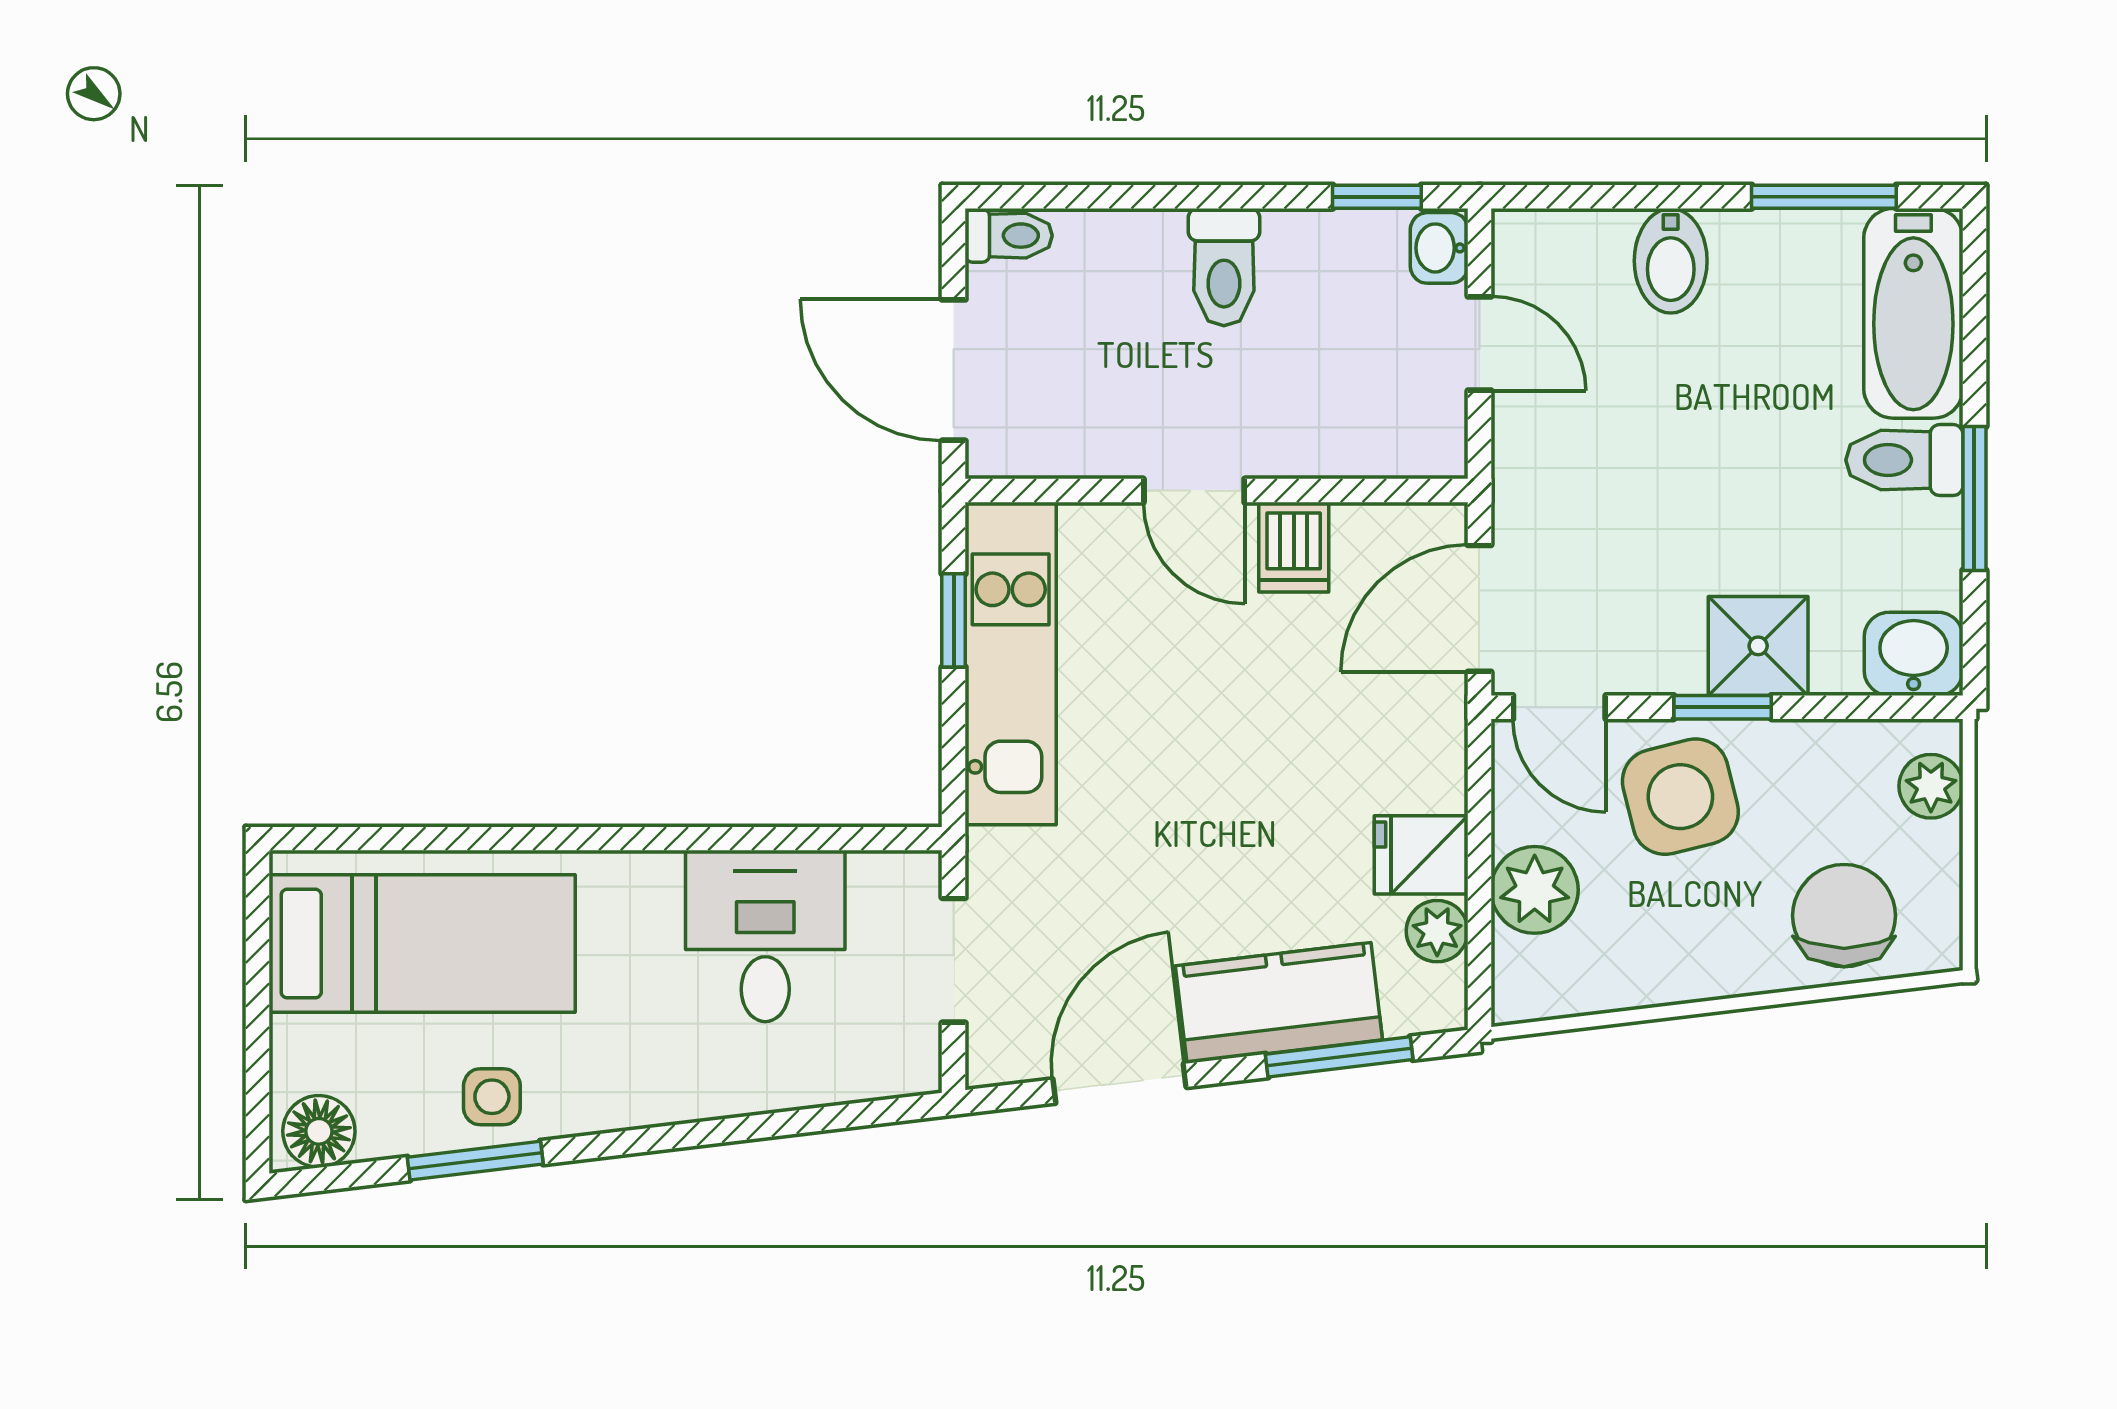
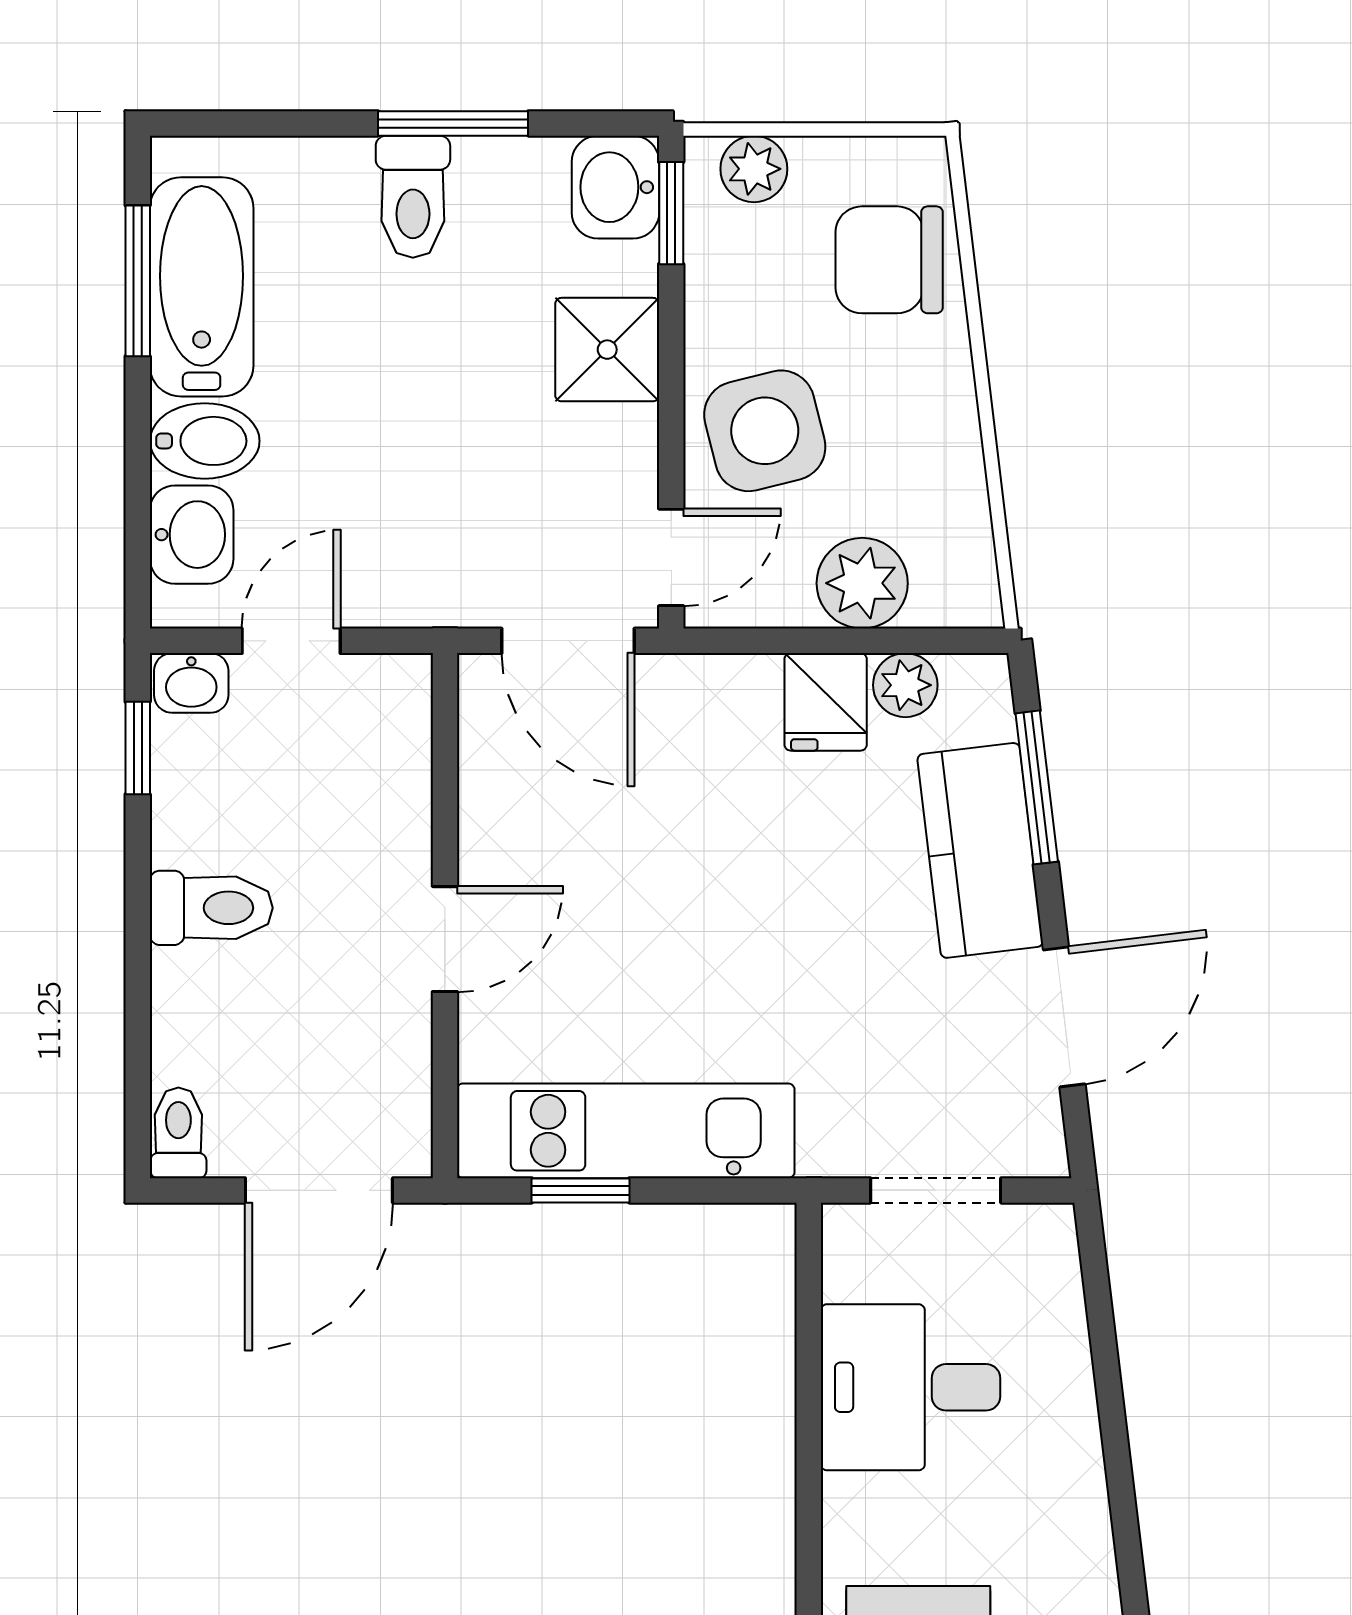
washbasin: (1581, 248) -> (192, 535), added
bathtub: (1913, 313) -> (202, 287), moved, turned -90
dishwasher: (1294, 547) -> (504, 835), removed
window: (1723, 707) -> (671, 213), moved
door: (1120, 1083) -> (1064, 1017), swing flipped

